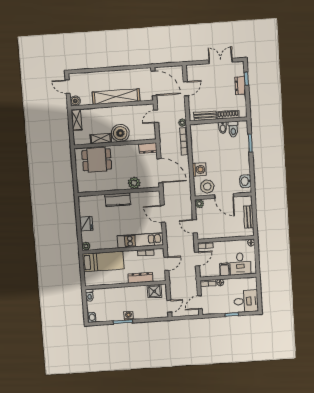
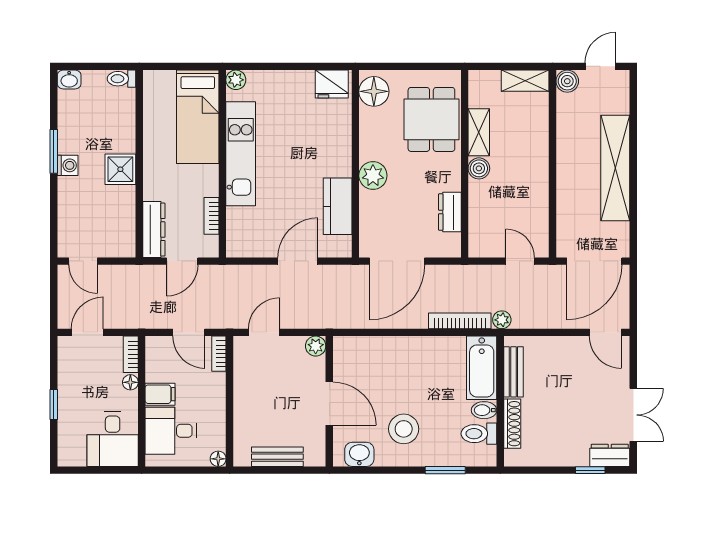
dresser: (240, 85) -> (610, 455), moved
door: (186, 89) -> (605, 332), moved
shelving: (116, 97) -> (615, 168), moved
bathtub: (204, 130) -> (482, 368), added
boiler: (120, 133) -> (479, 168), width x0.54, depth x0.54
dresser: (148, 148) -> (450, 212), moved
washing machine: (199, 170) -> (393, 351), removed
plant: (134, 183) -> (373, 176), moved
floor lamp: (86, 186) -> (374, 91), added
stool: (207, 187) -> (404, 429), moved
door: (224, 196) -> (329, 404), swing flipped
kitchen counter: (118, 200) -> (338, 206), moved
fridge: (86, 224) -> (332, 84), moved
kitchen unit: (140, 240) -> (241, 154), moved
door: (166, 264) -> (182, 261), hinge flipped
dresser: (140, 278) -> (154, 230), moved
shower: (154, 291) -> (120, 169), moved
desk: (246, 301) -> (113, 439), moved
door: (200, 302) -> (87, 332), hinge flipped

